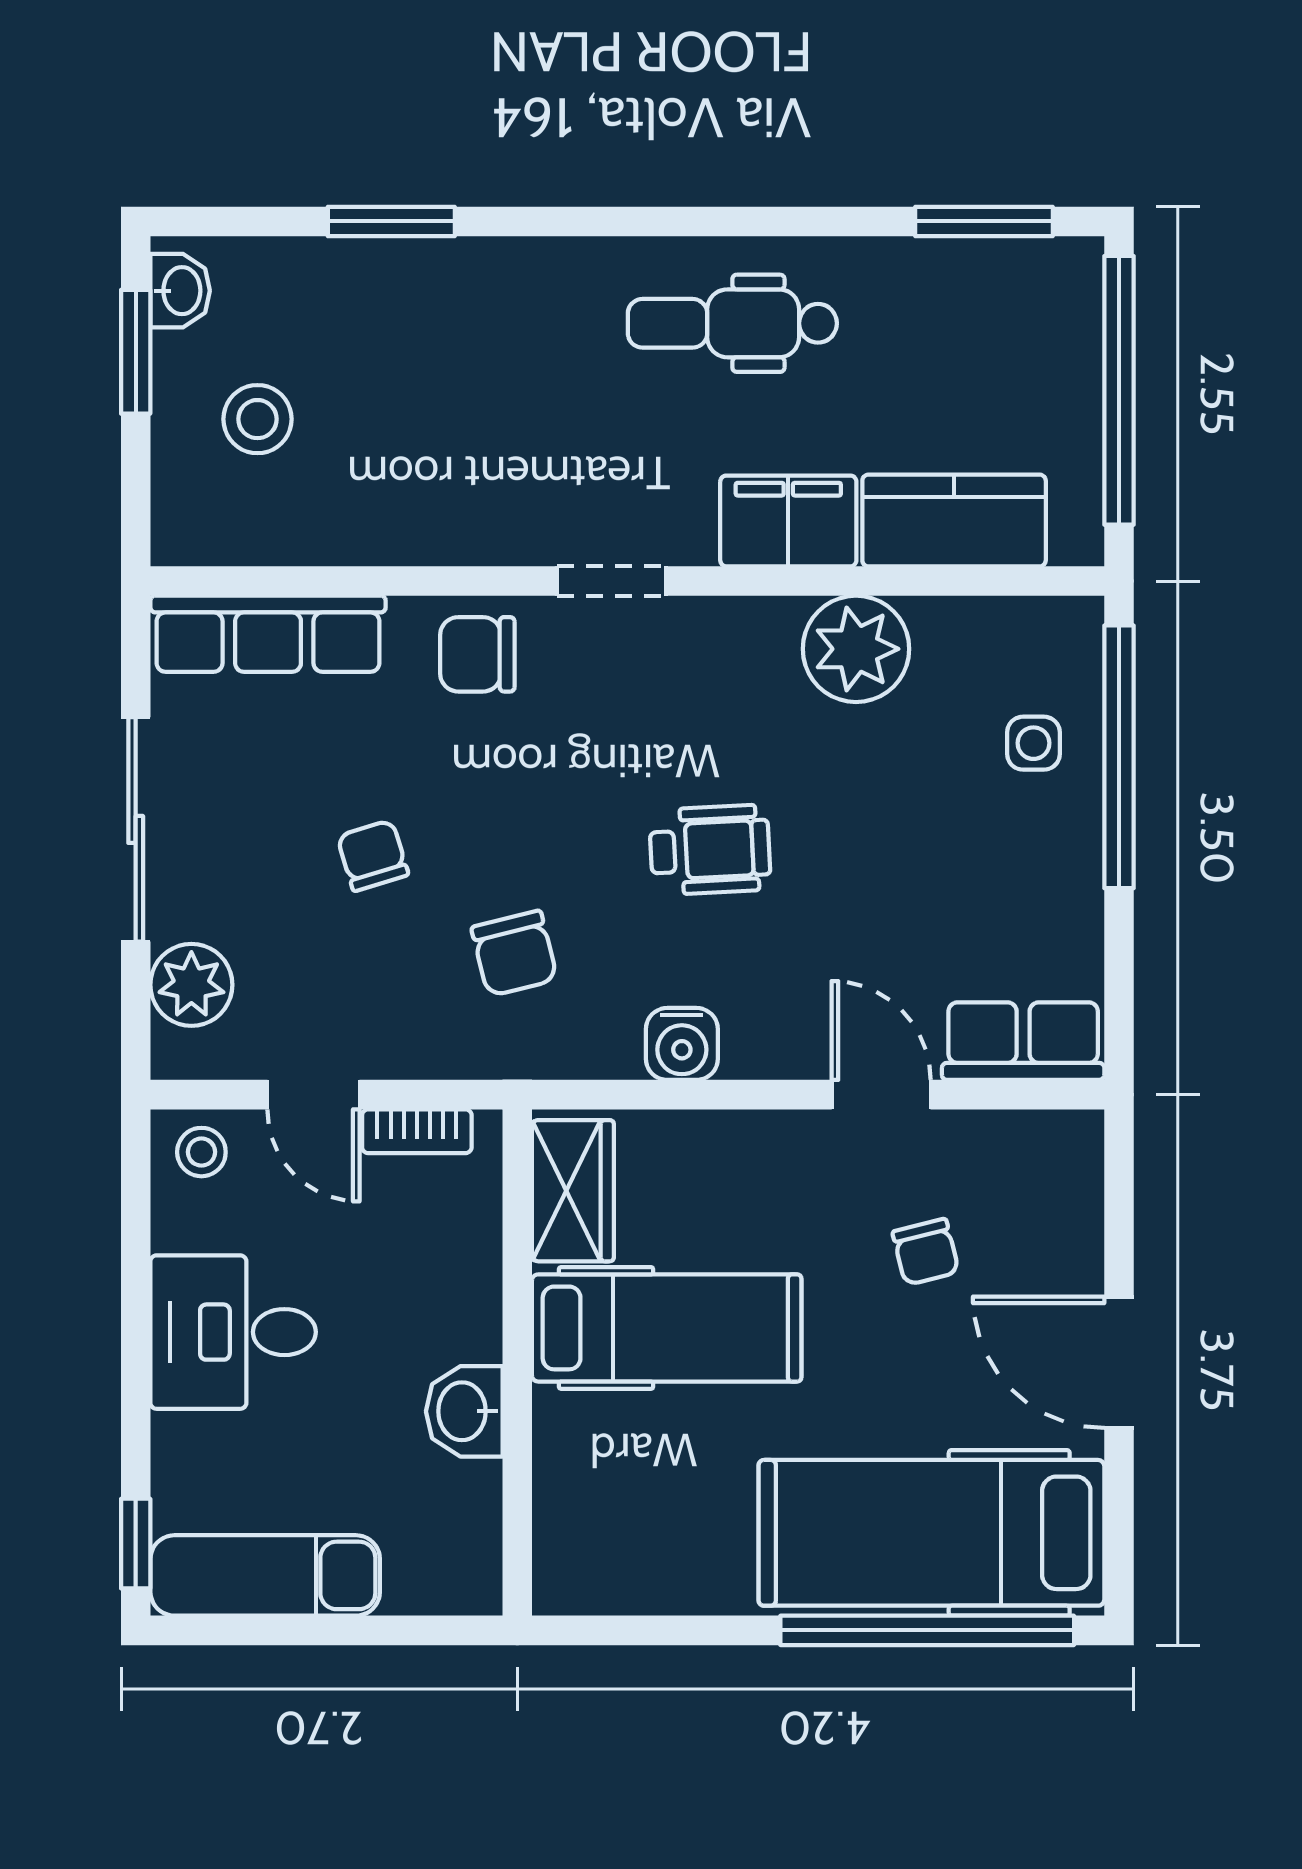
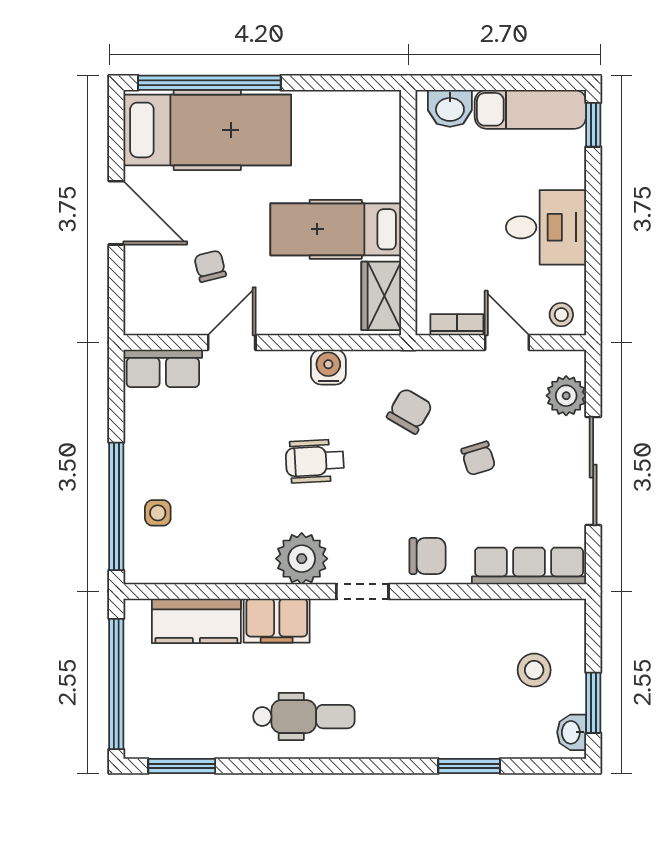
plant: (856, 649) -> (302, 559), moved
chair: (514, 953) -> (410, 411), turned 44
door: (881, 1095) -> (232, 342), swing flipped
washbasin: (464, 1411) -> (450, 108), moved, turned 90

